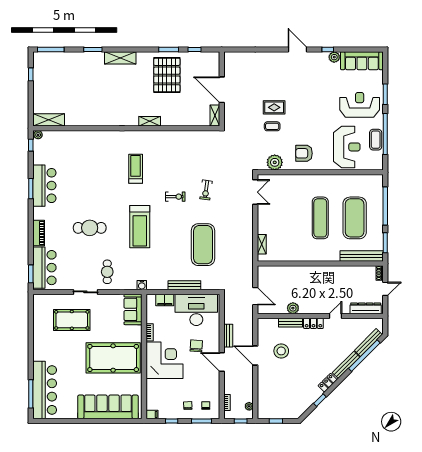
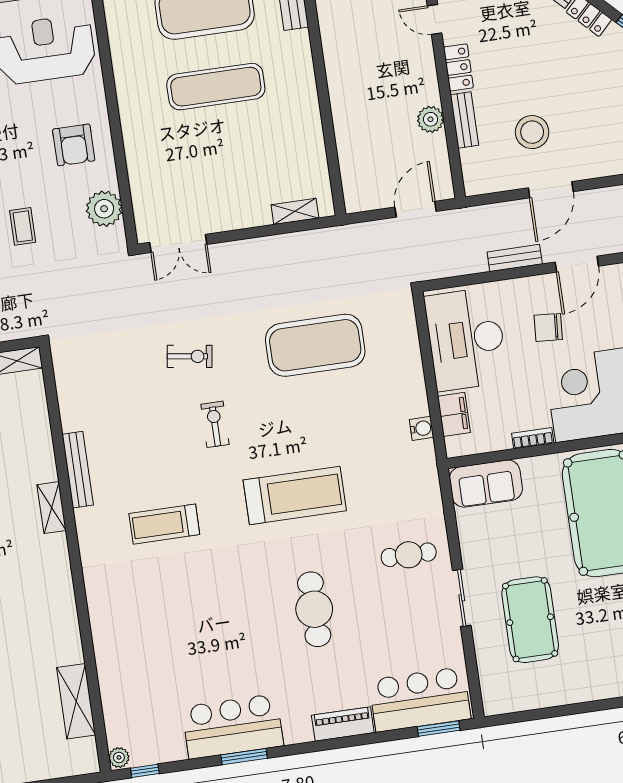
shelving: (49, 120) -> (76, 701), moved
double door: (255, 192) -> (178, 243), swing flipped
water cooler: (142, 285) -> (422, 428), moved
bench: (184, 285) -> (78, 470), moved

